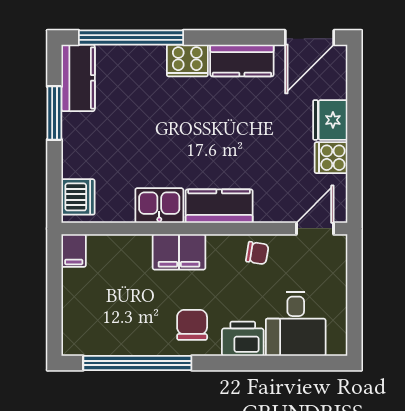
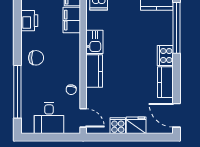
filing cabinet: (179, 252) -> (72, 20), moved
desk: (296, 324) -> (49, 118), moved, turned -90
printer: (243, 339) -> (29, 21), moved
window: (137, 363) -> (17, 92), moved

